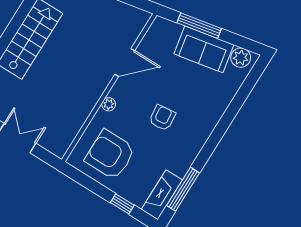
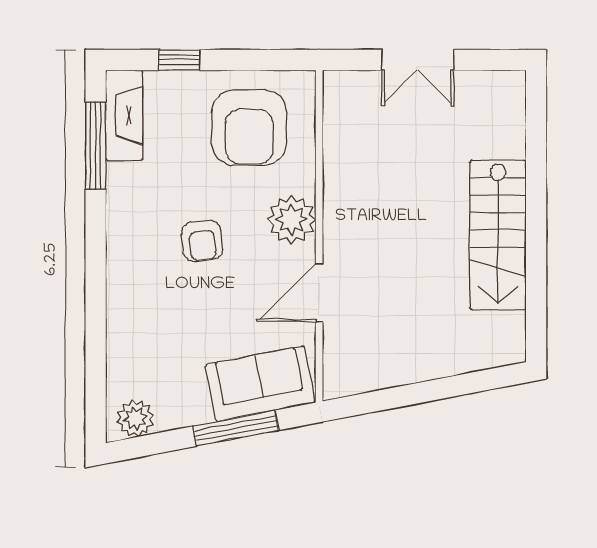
sofa: (204, 49) -> (260, 384), moved
plant: (109, 104) -> (292, 220), width x1.87, depth x1.87
armchair: (110, 155) -> (249, 128), turned 90

